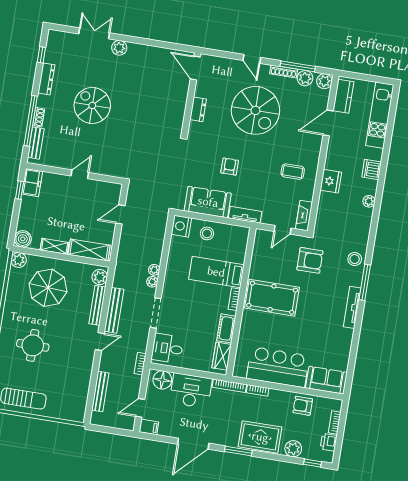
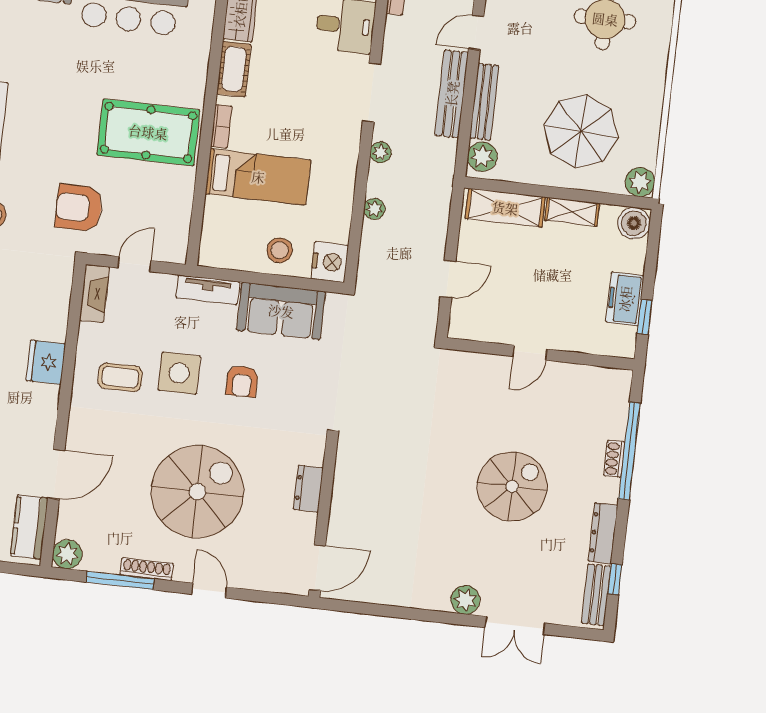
door: (195, 68) -> (317, 568), hinge flipped
plant: (305, 78) -> (105, 558), removed
spiral stairs: (92, 105) -> (512, 486), turned -90
spiral stairs: (255, 110) -> (197, 492), turned 90
bench: (36, 143) -> (596, 595), moved
side table: (262, 172) -> (179, 373), added
freezer: (32, 183) -> (625, 299), moved
plant: (154, 270) -> (374, 209), moved

